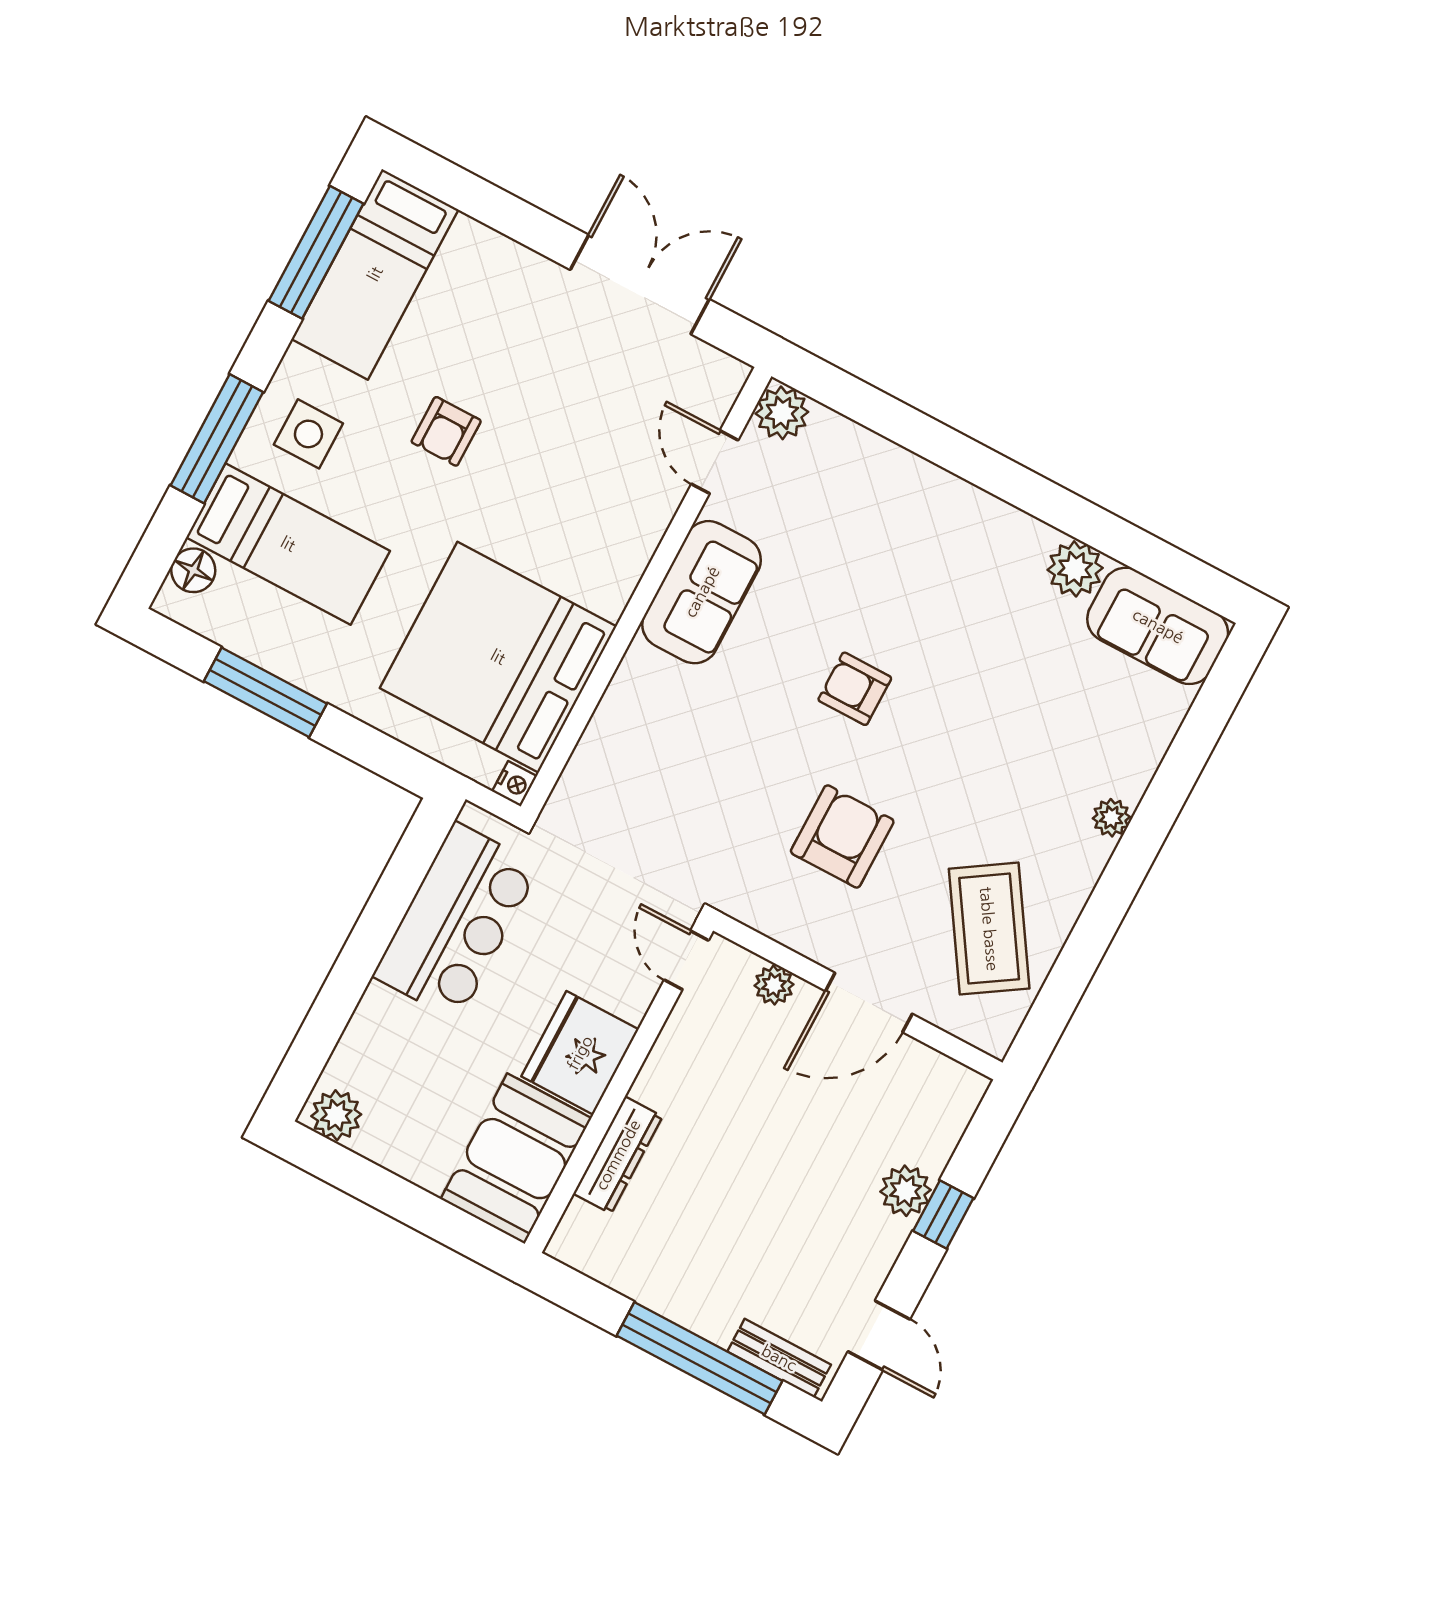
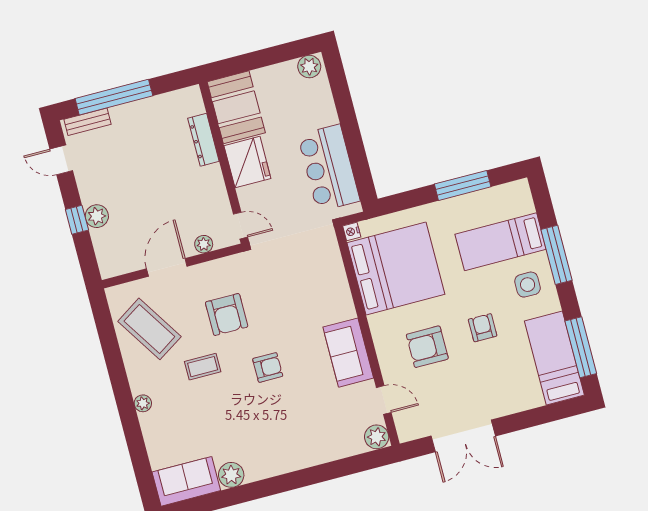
armchair: (564, 483) -> (427, 347), added
floor lamp: (193, 570) -> (524, 204), removed
coffee table: (959, 788) -> (203, 367), added

